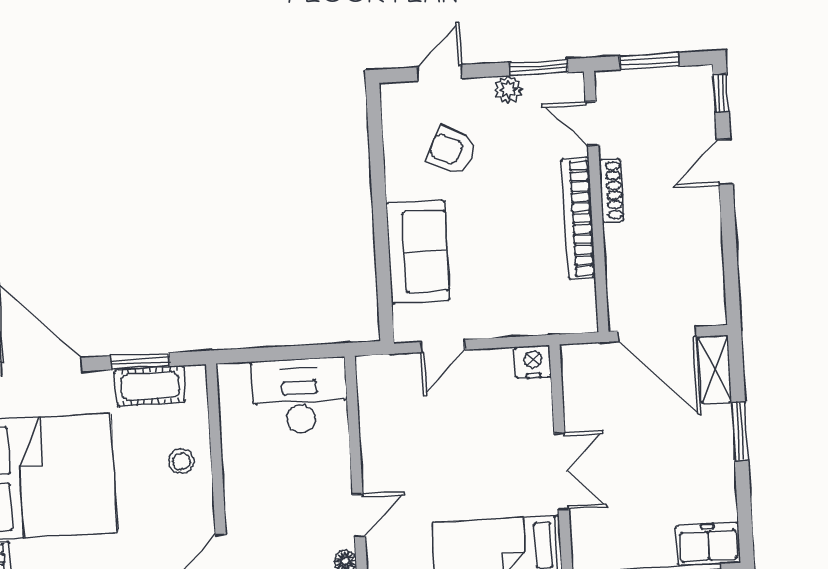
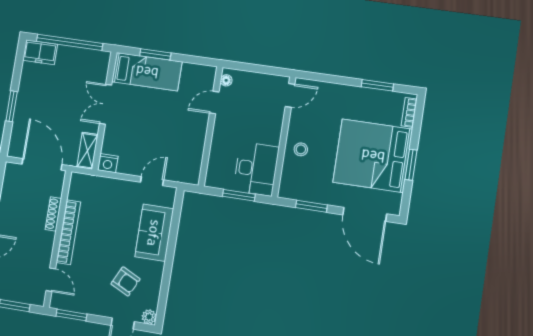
plant: (508, 89) -> (149, 317), moved
shoe rack: (611, 190) -> (53, 214), moved
window: (277, 354) -> (239, 195), added
shelving: (715, 369) -> (87, 151), moved
cot: (150, 386) -> (309, 192), removed
desk: (300, 396) -> (256, 169), moved, turned -90

